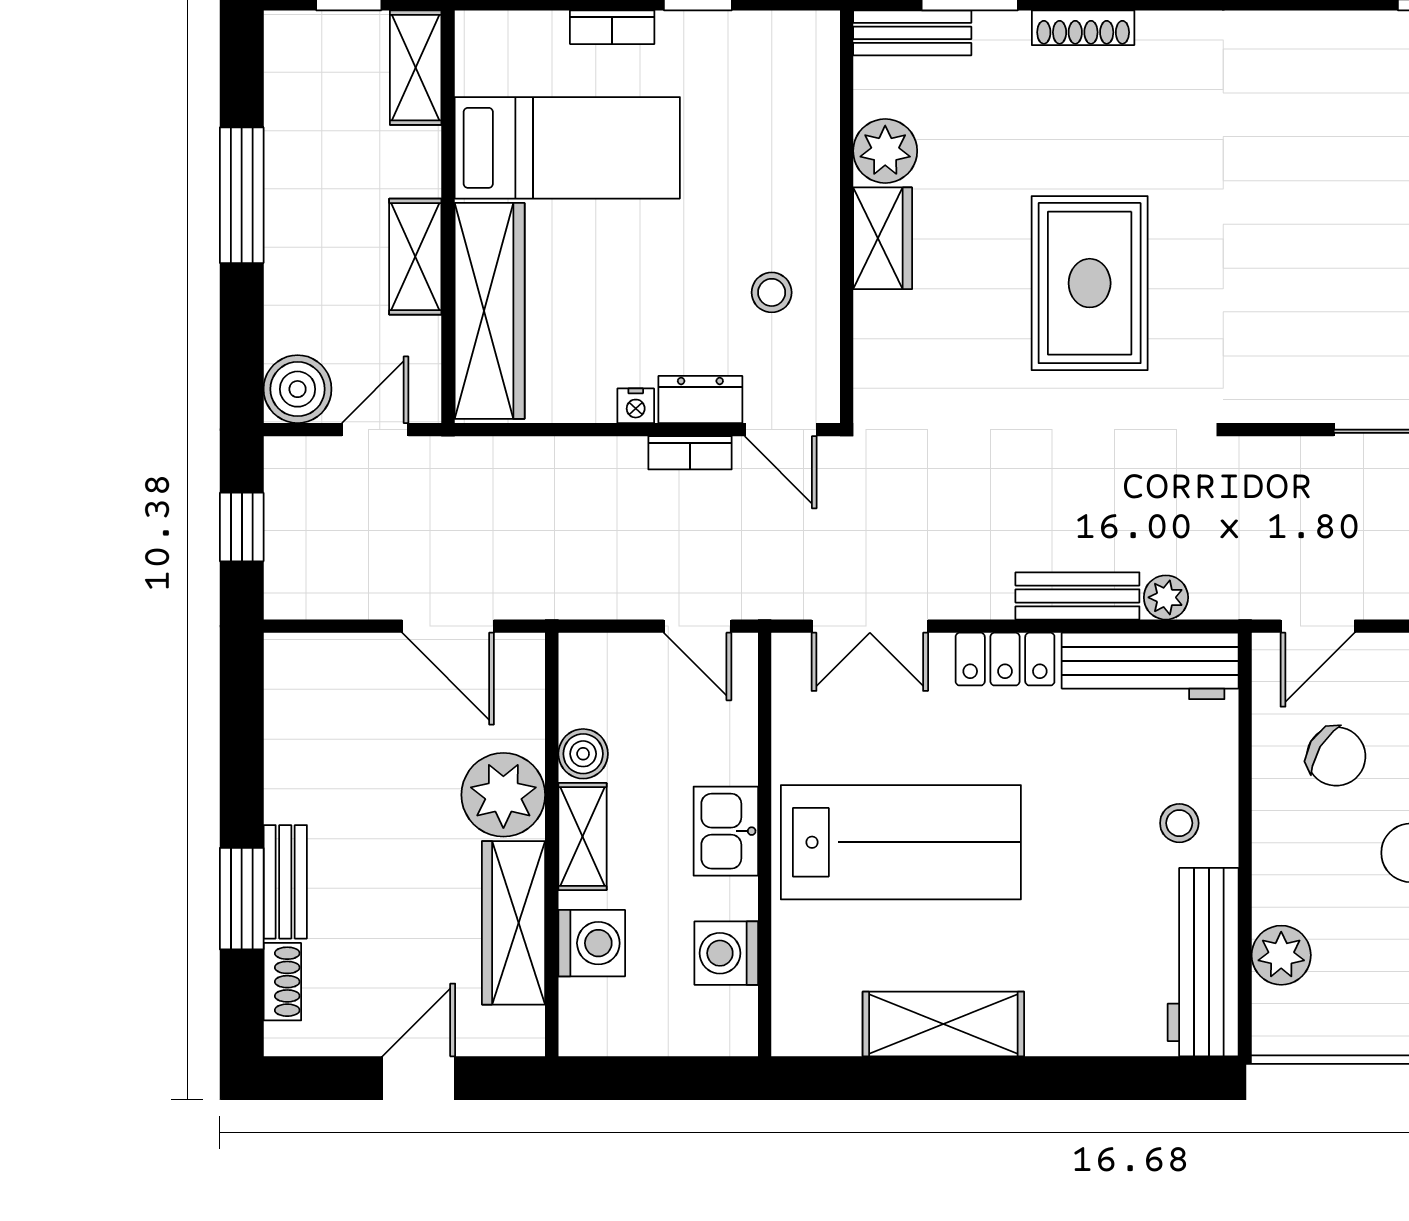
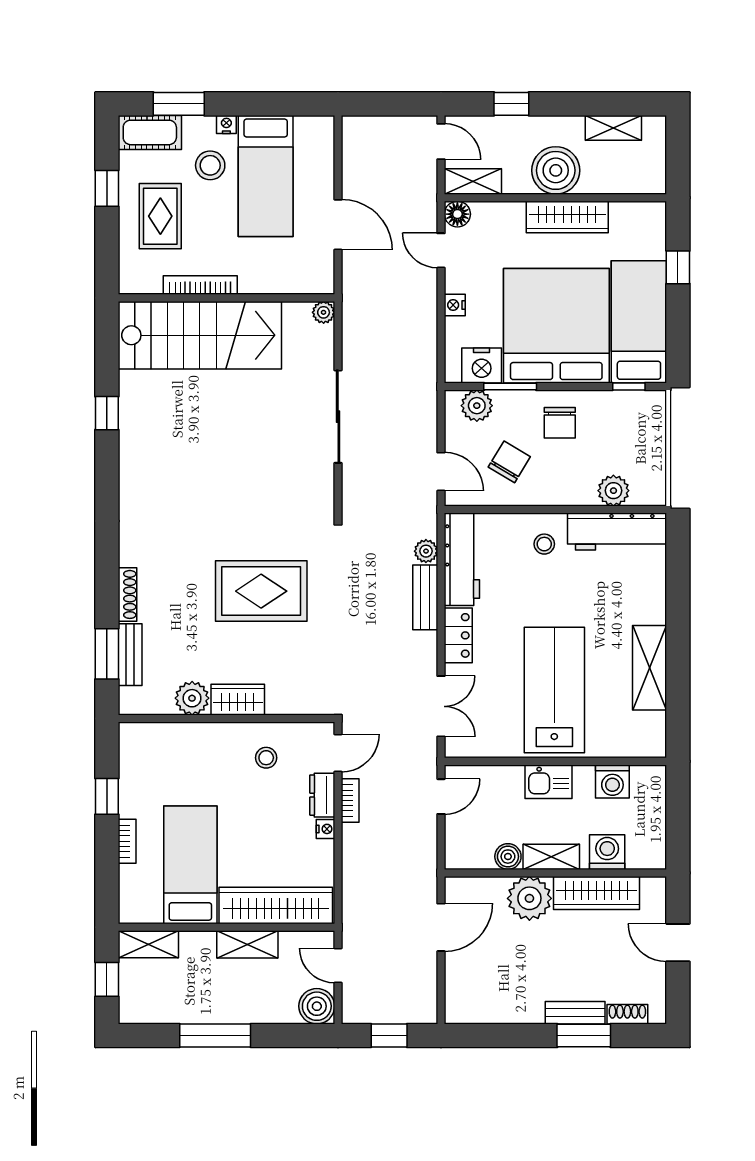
bench: (912, 33) -> (130, 655), moved

